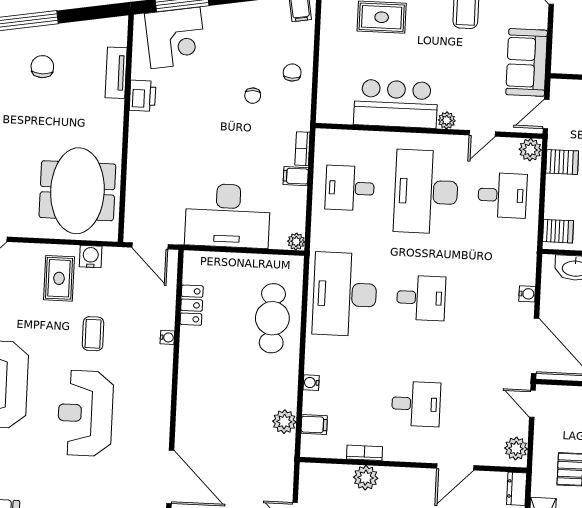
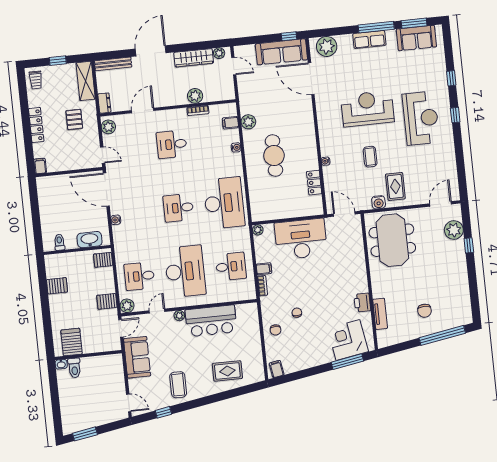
cafe table: (272, 318) -> (274, 156), moved
reception desk: (85, 413) -> (367, 109), turned -90

